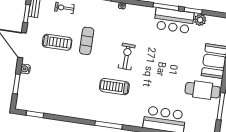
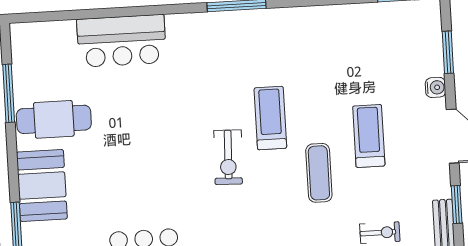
treadmill: (57, 42) -> (369, 136), moved, turned 90
treadmill: (114, 87) -> (270, 118), moved, turned -90

